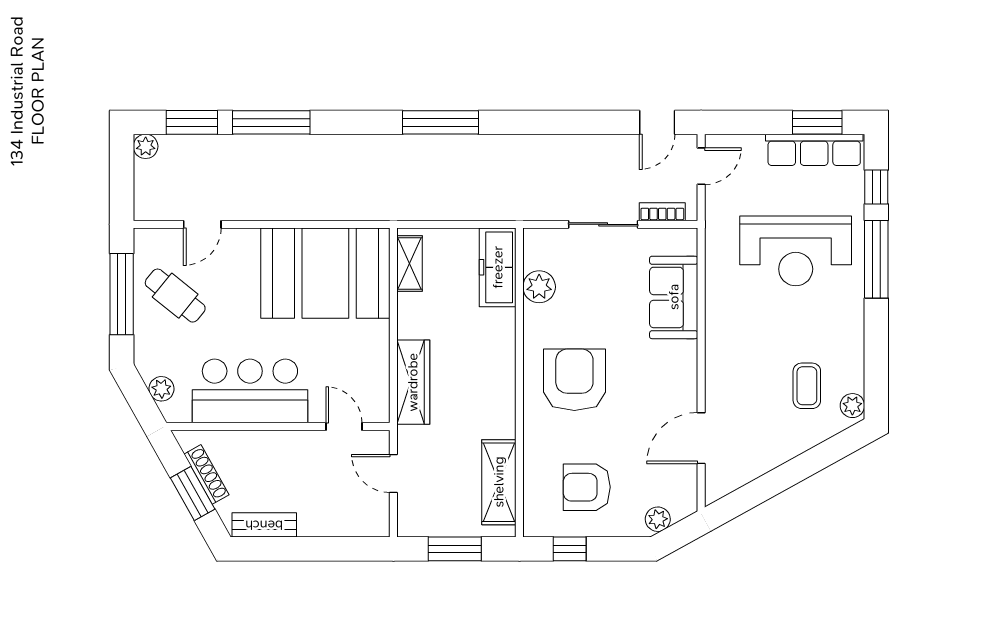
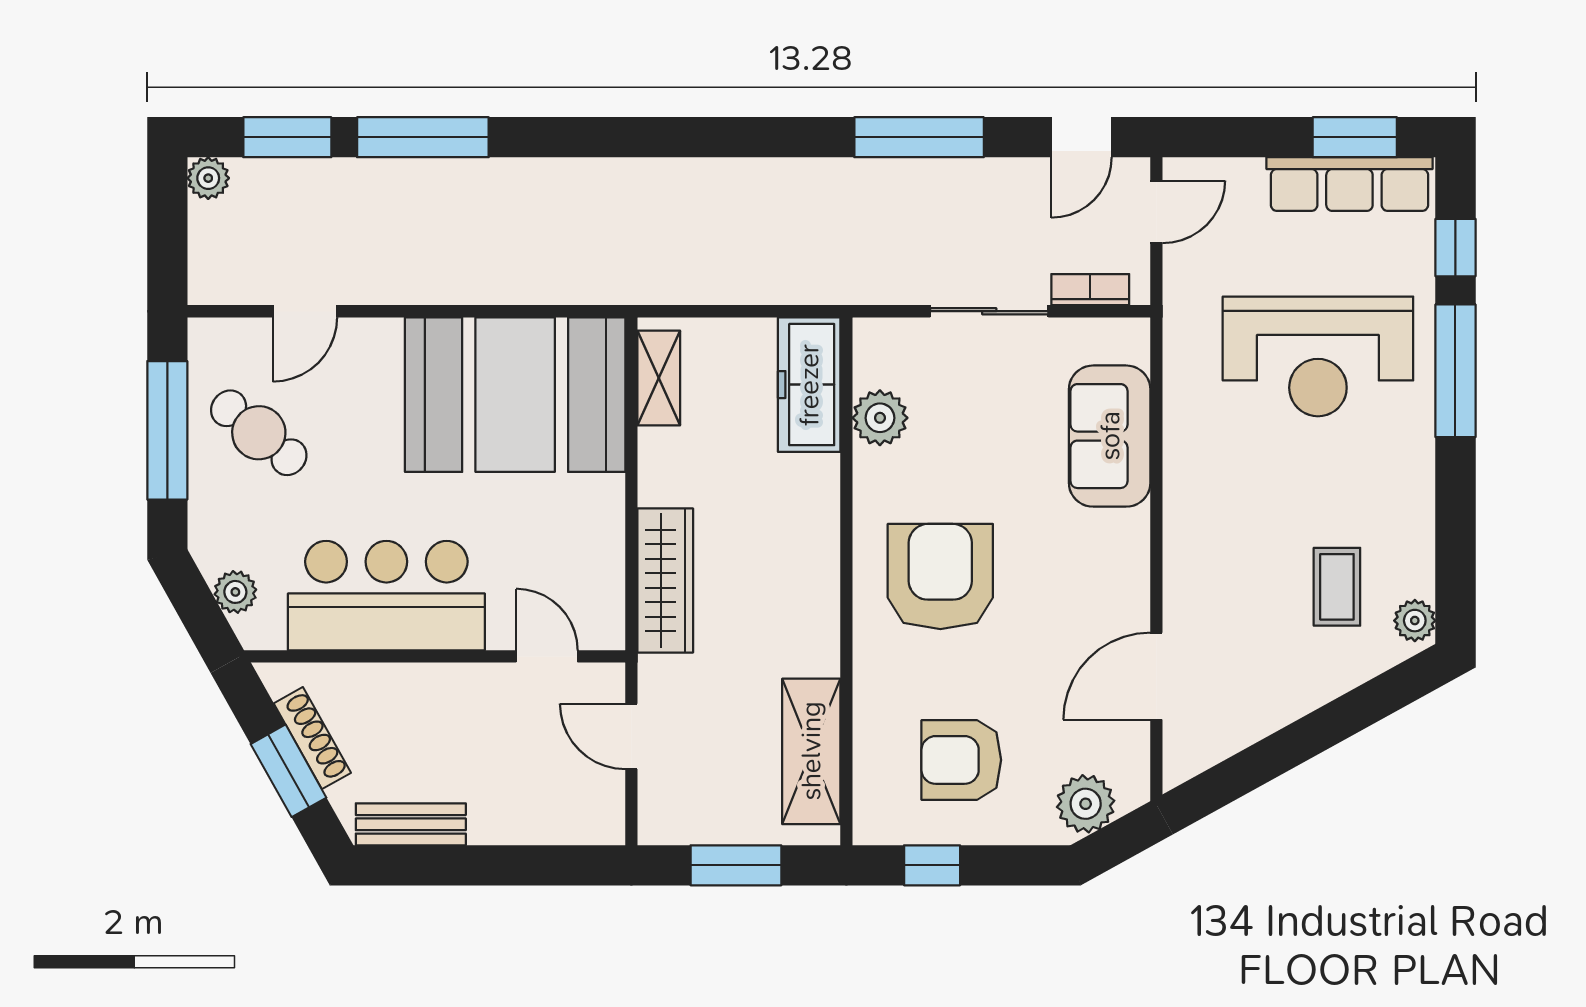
window: (440, 122) -> (919, 137), moved
plant: (658, 519) -> (1086, 804), width x1.38, depth x1.38

